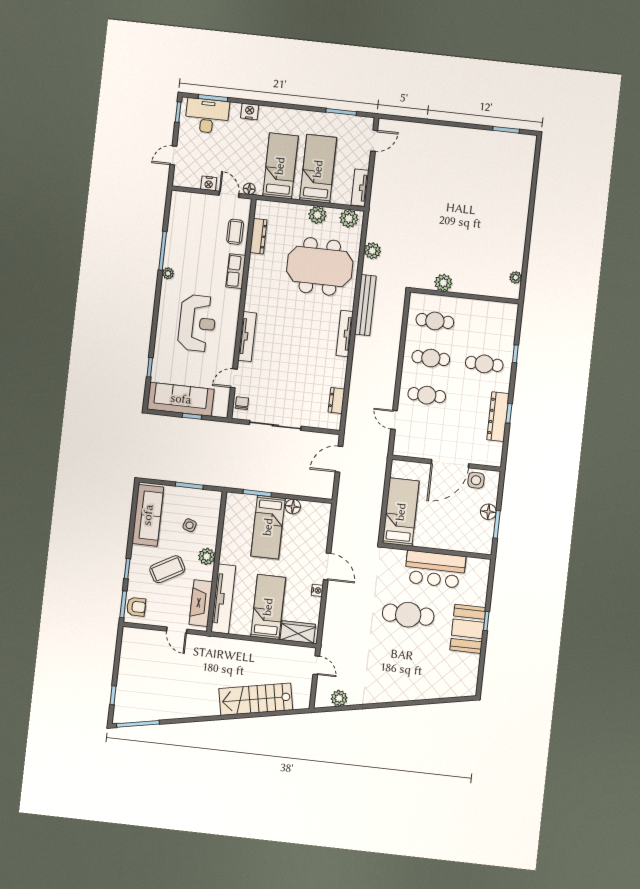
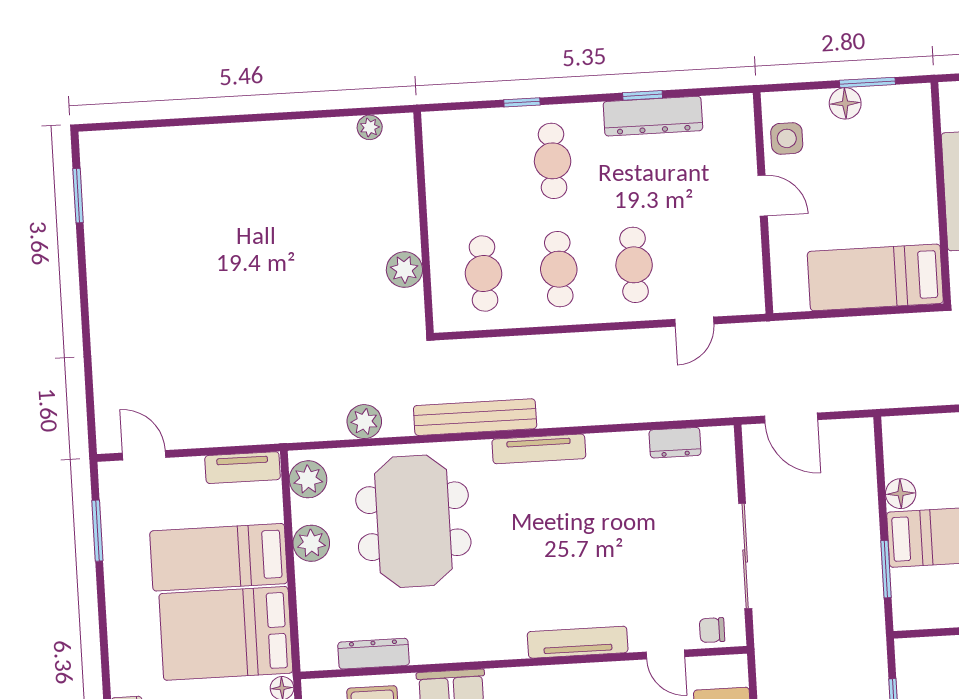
bed: (280, 166) -> (226, 633), width x1.50
door: (450, 464) -> (763, 196), width x0.53

